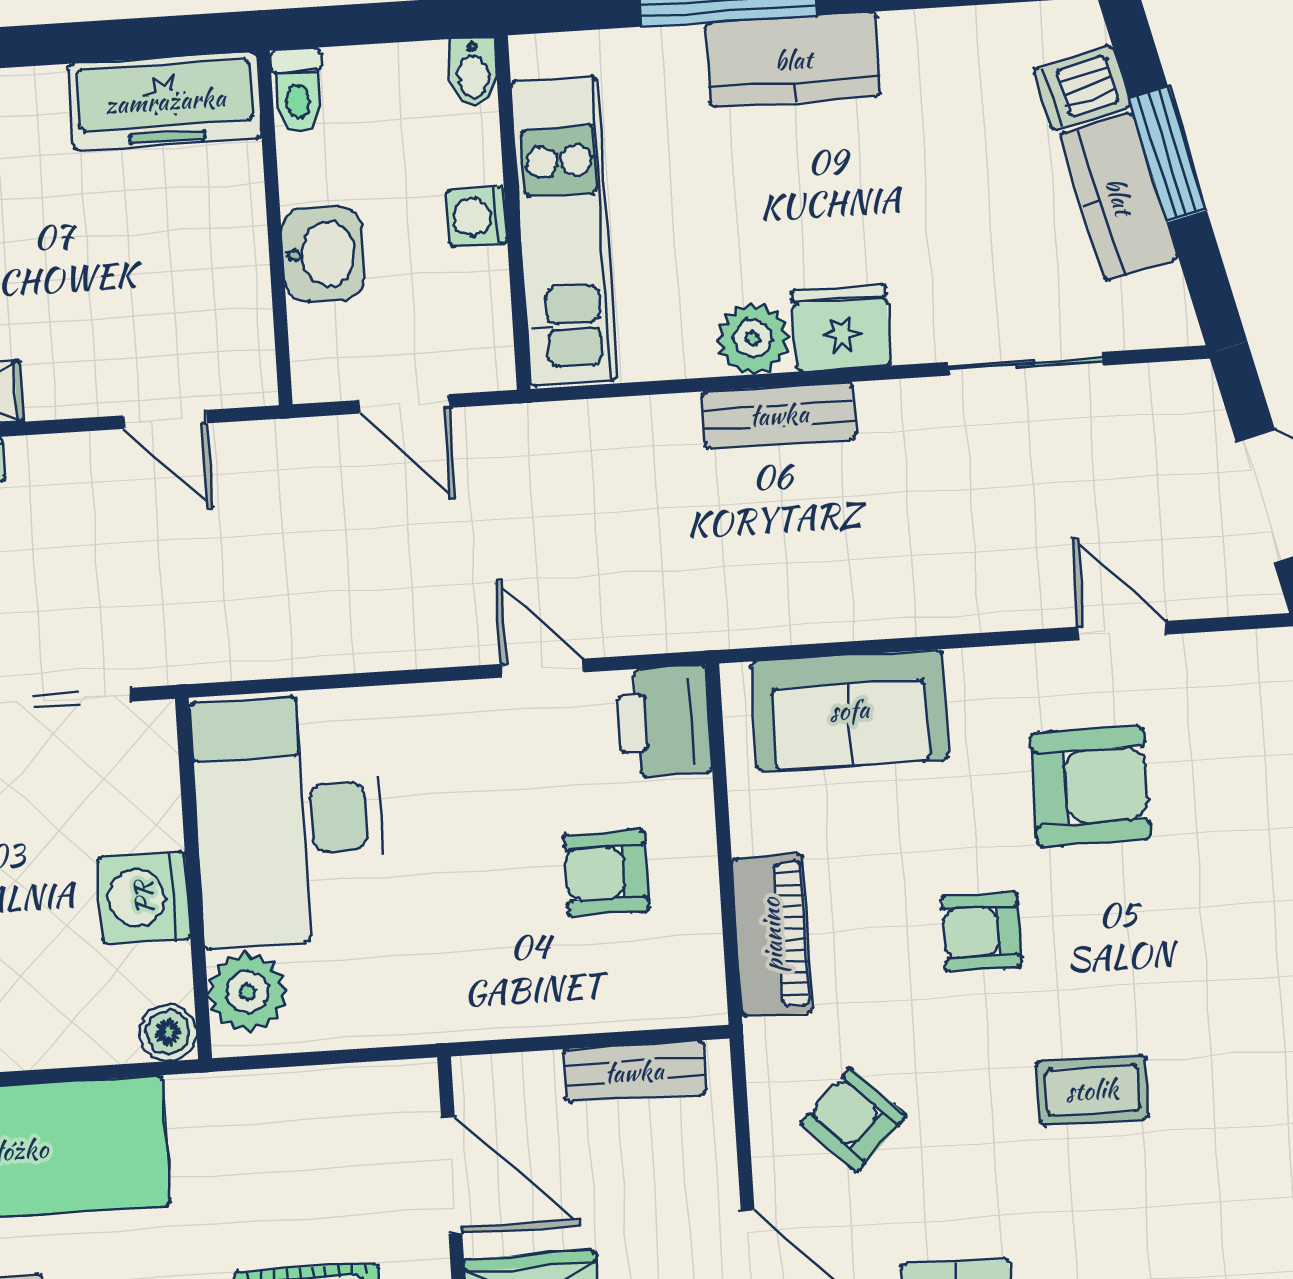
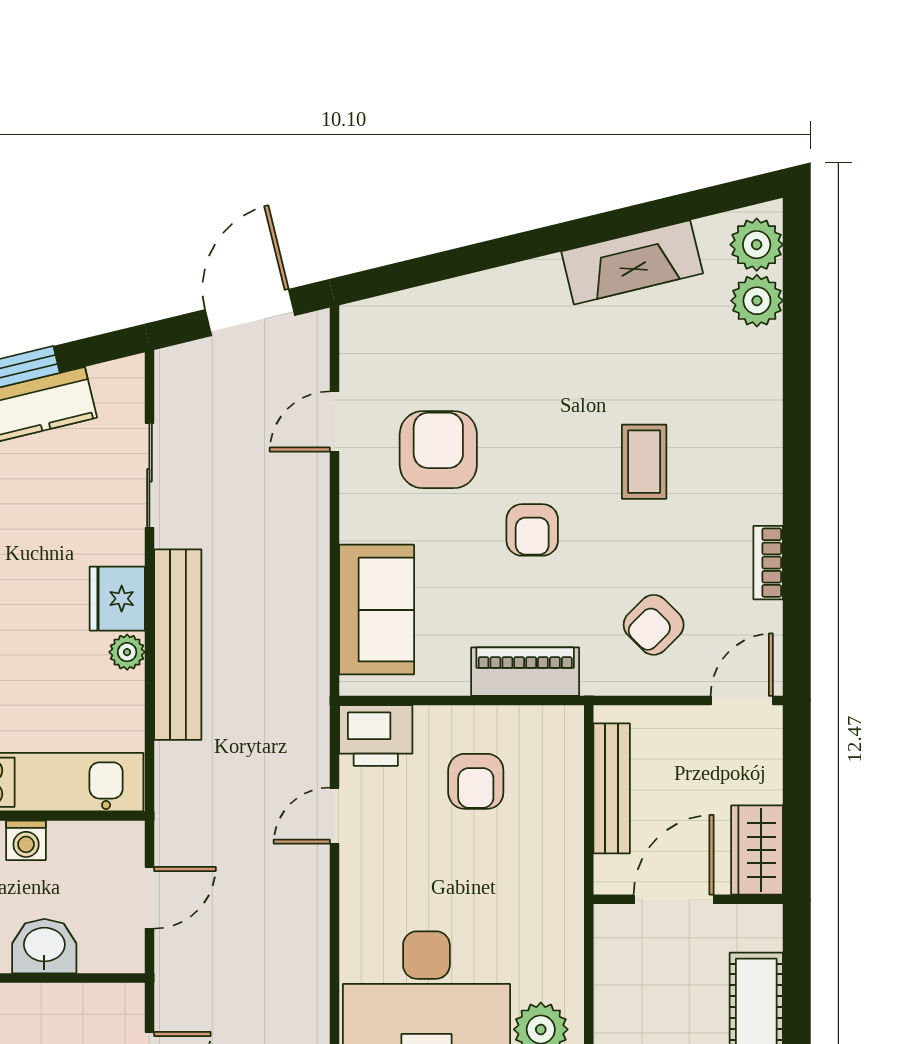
plant: (753, 338) -> (127, 652), width x0.73, depth x0.73
bench: (779, 415) -> (178, 645), width x1.86, depth x1.21
bench: (634, 1072) -> (612, 788), width x1.36

